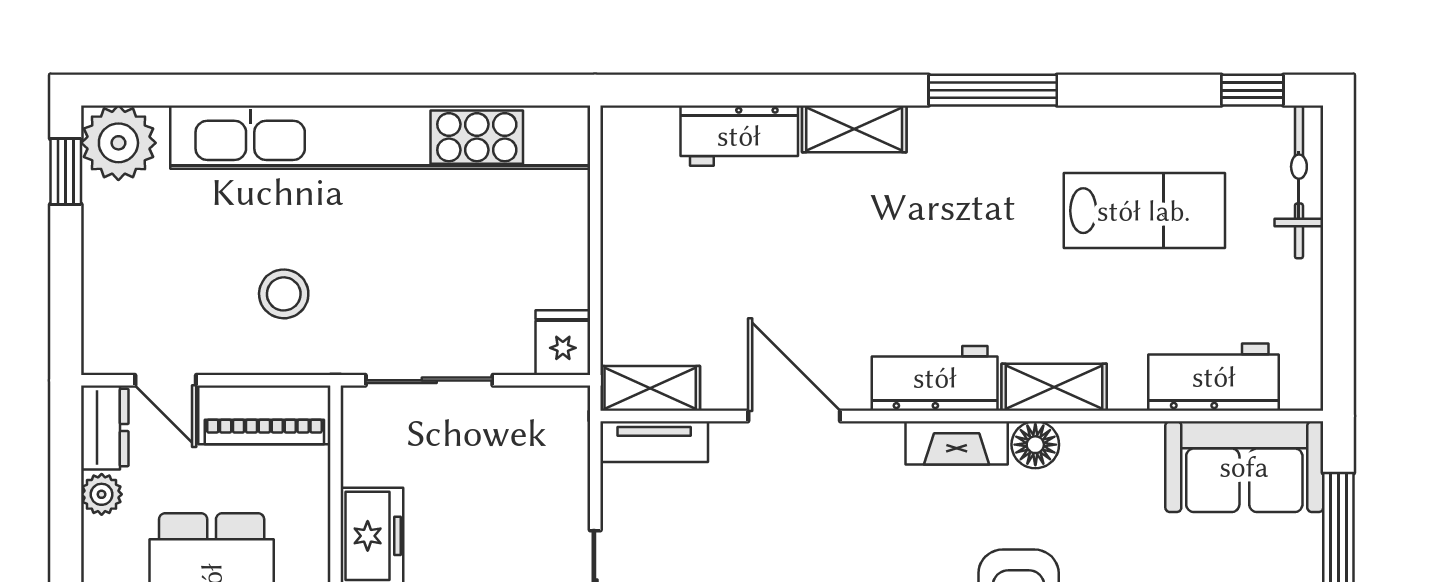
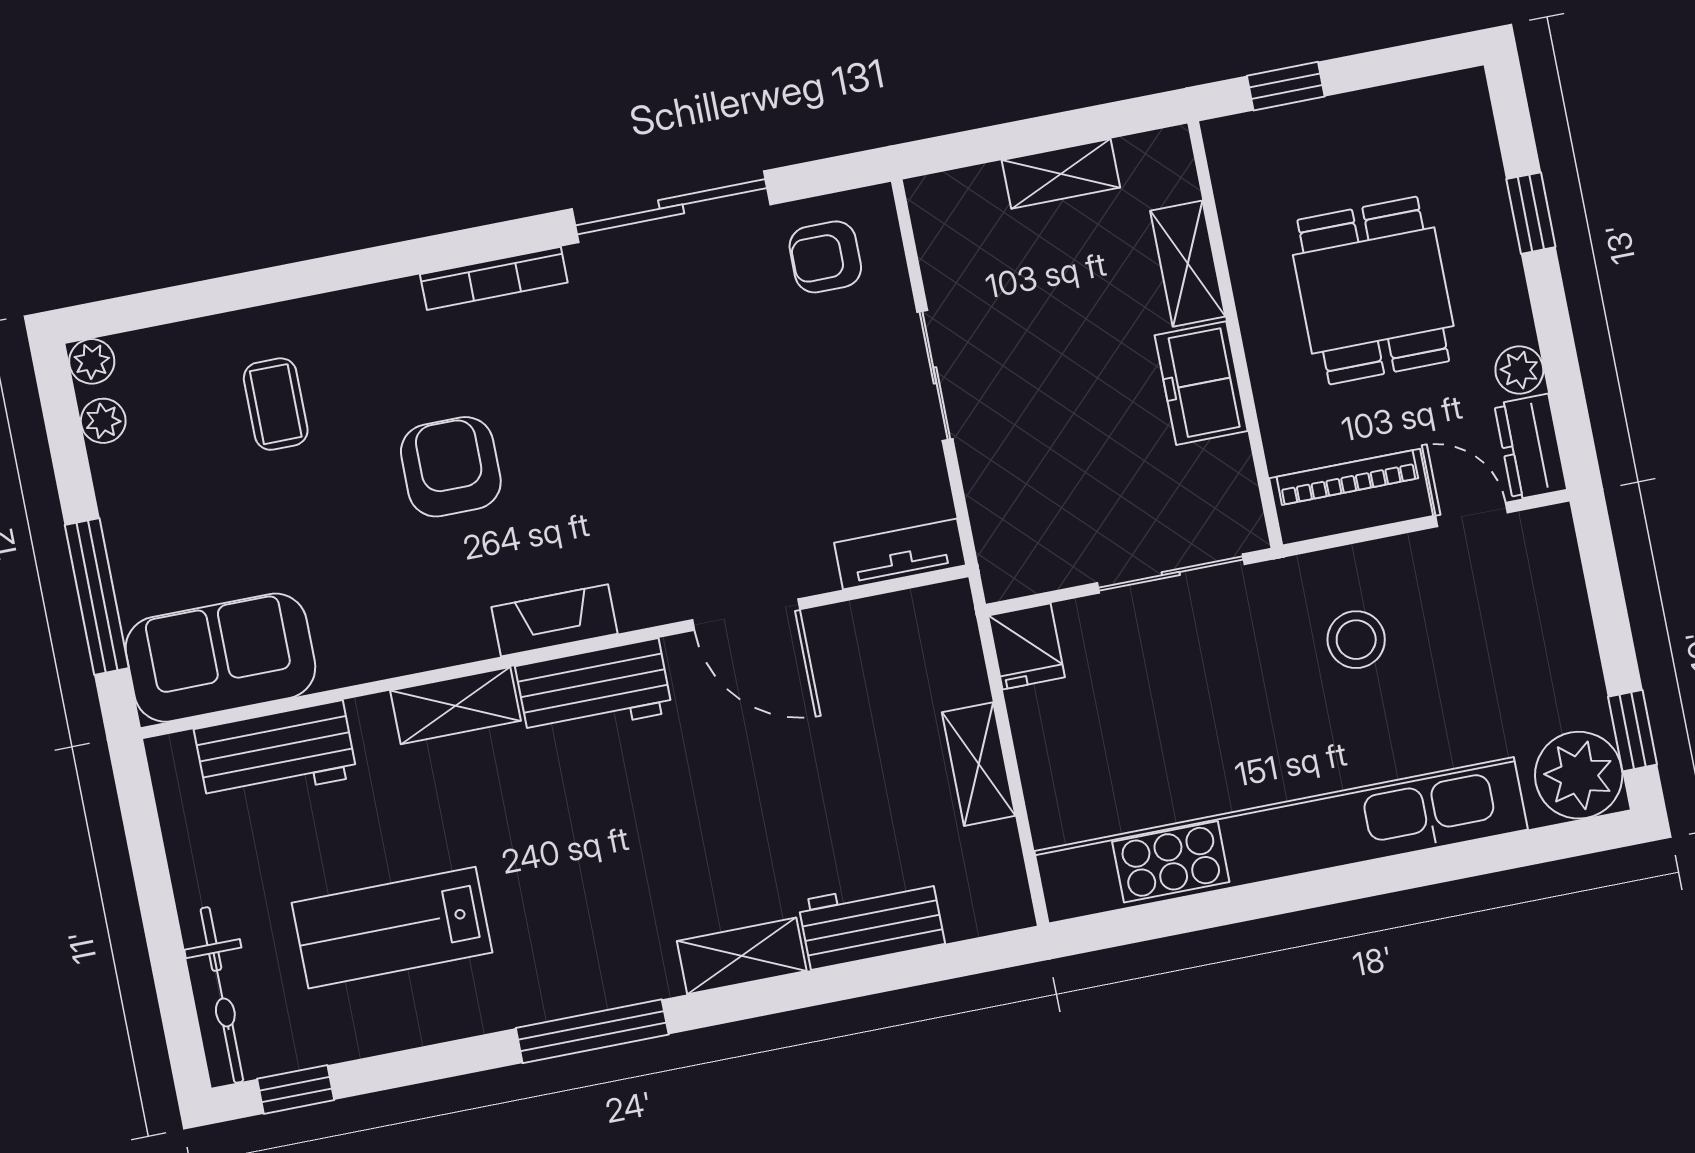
shelving: (650, 388) -> (979, 764), moved, turned 90
floor lamp: (1035, 445) -> (464, 636), removed

